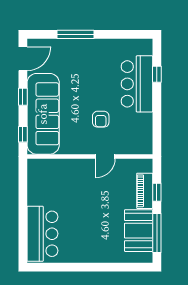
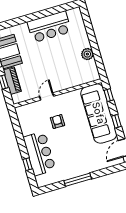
window: (76, 34) -> (78, 180), moved
plant: (35, 197) -> (87, 54), added
bar counter: (42, 234) -> (49, 27), moved, turned -90

